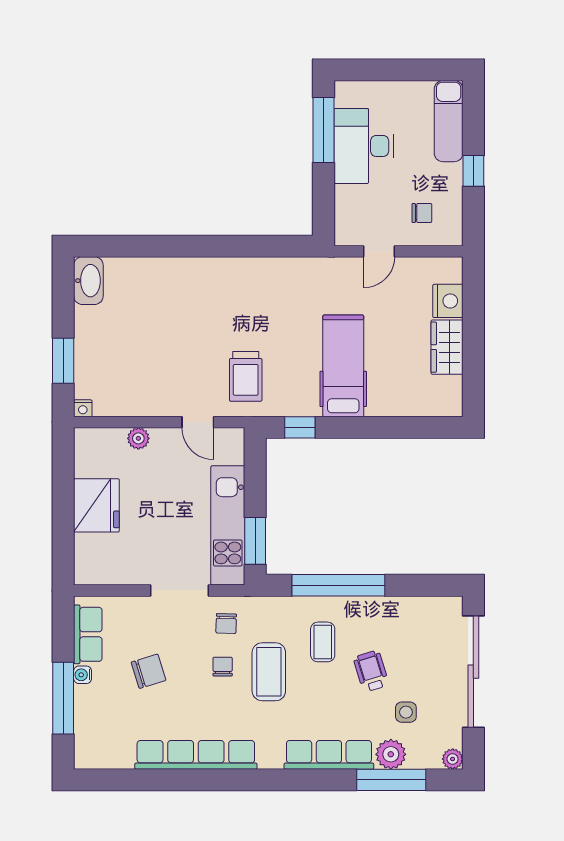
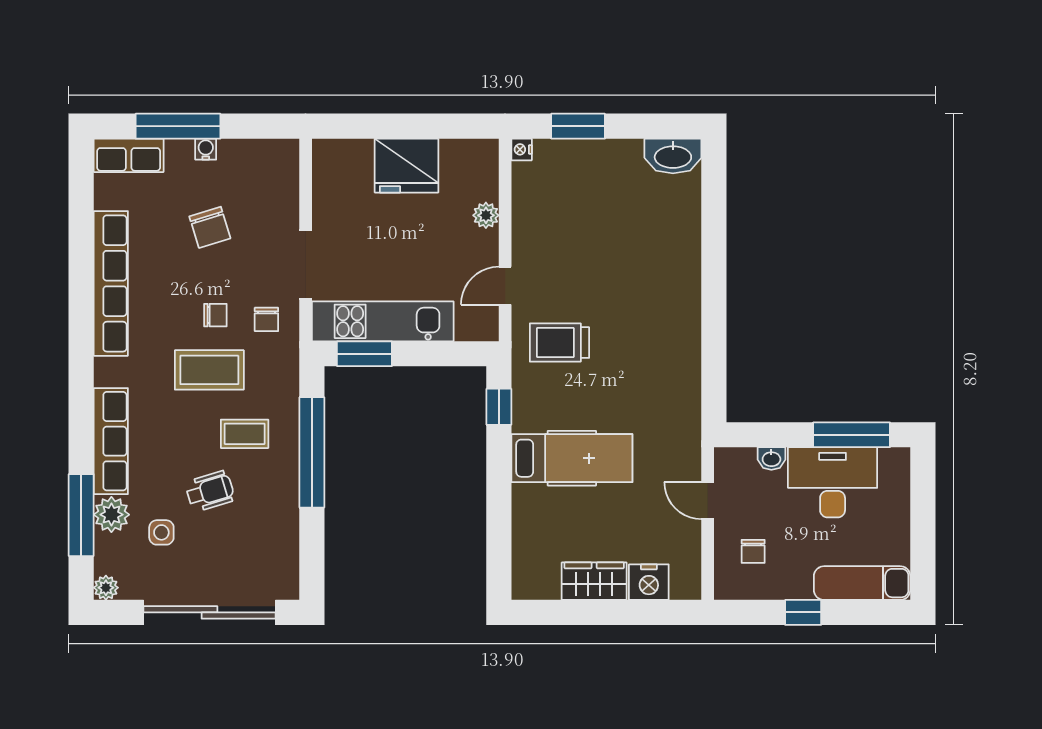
washbasin: (344, 198) -> (771, 459), added
chair: (226, 624) -> (266, 319), turned -92
row of seats: (88, 634) -> (129, 155), moved

